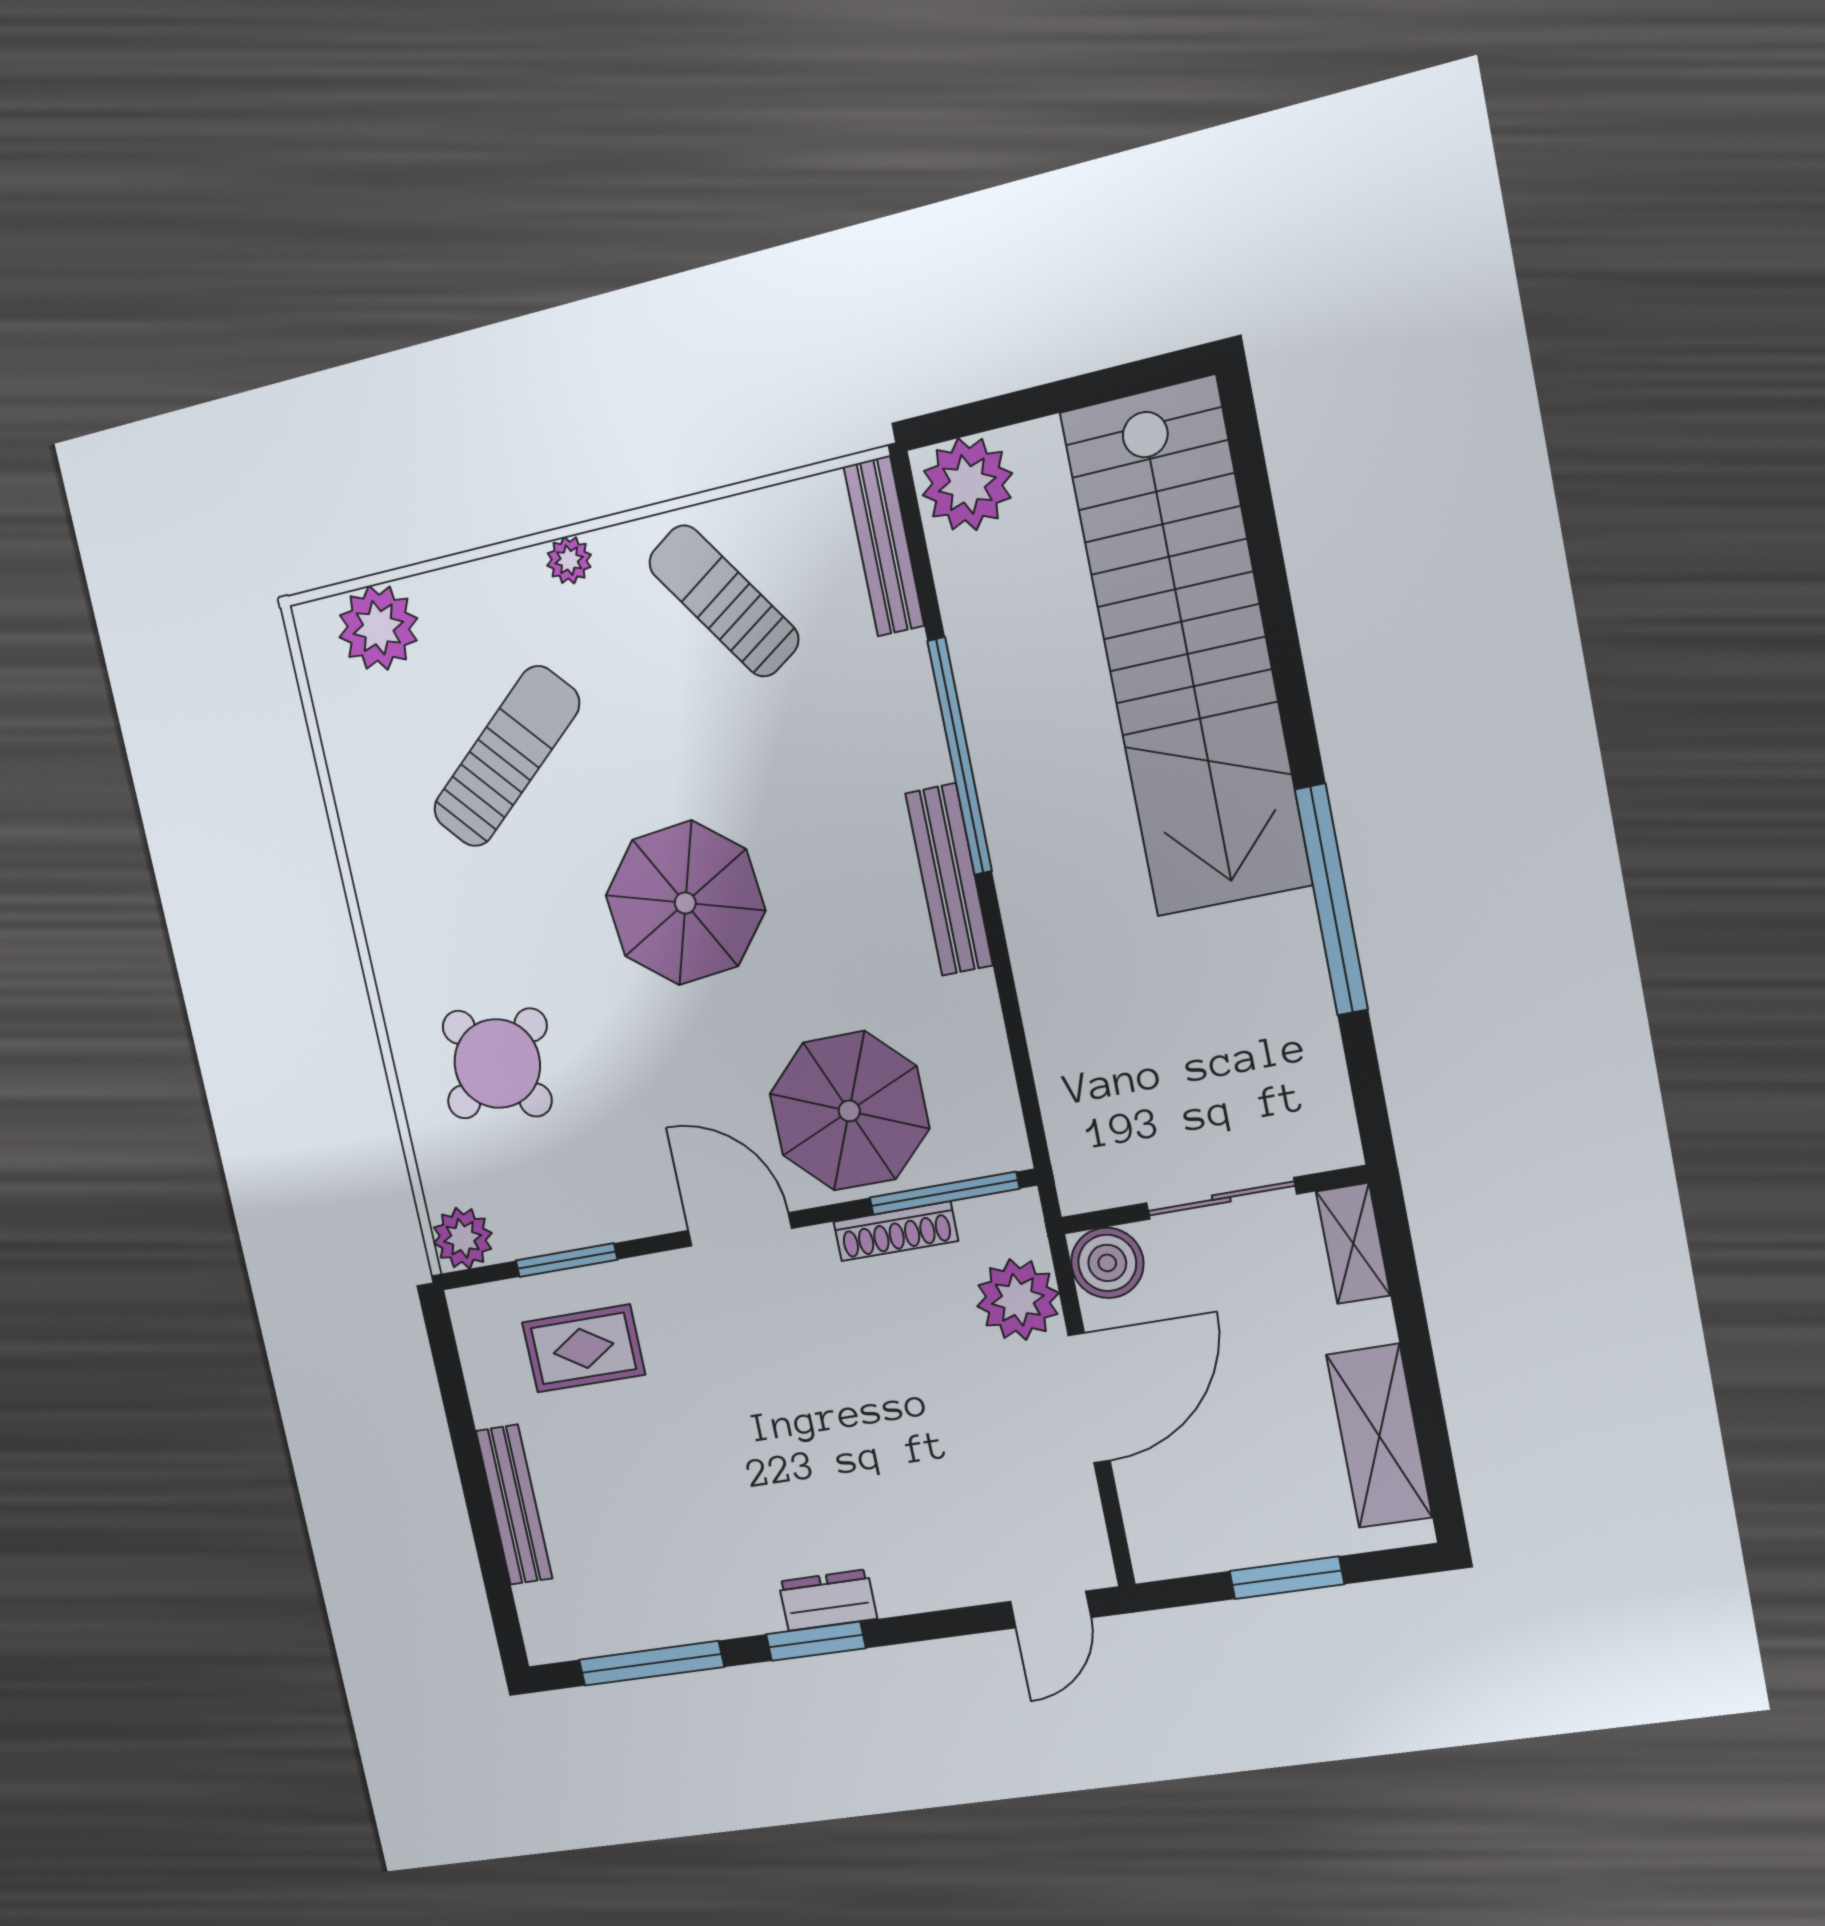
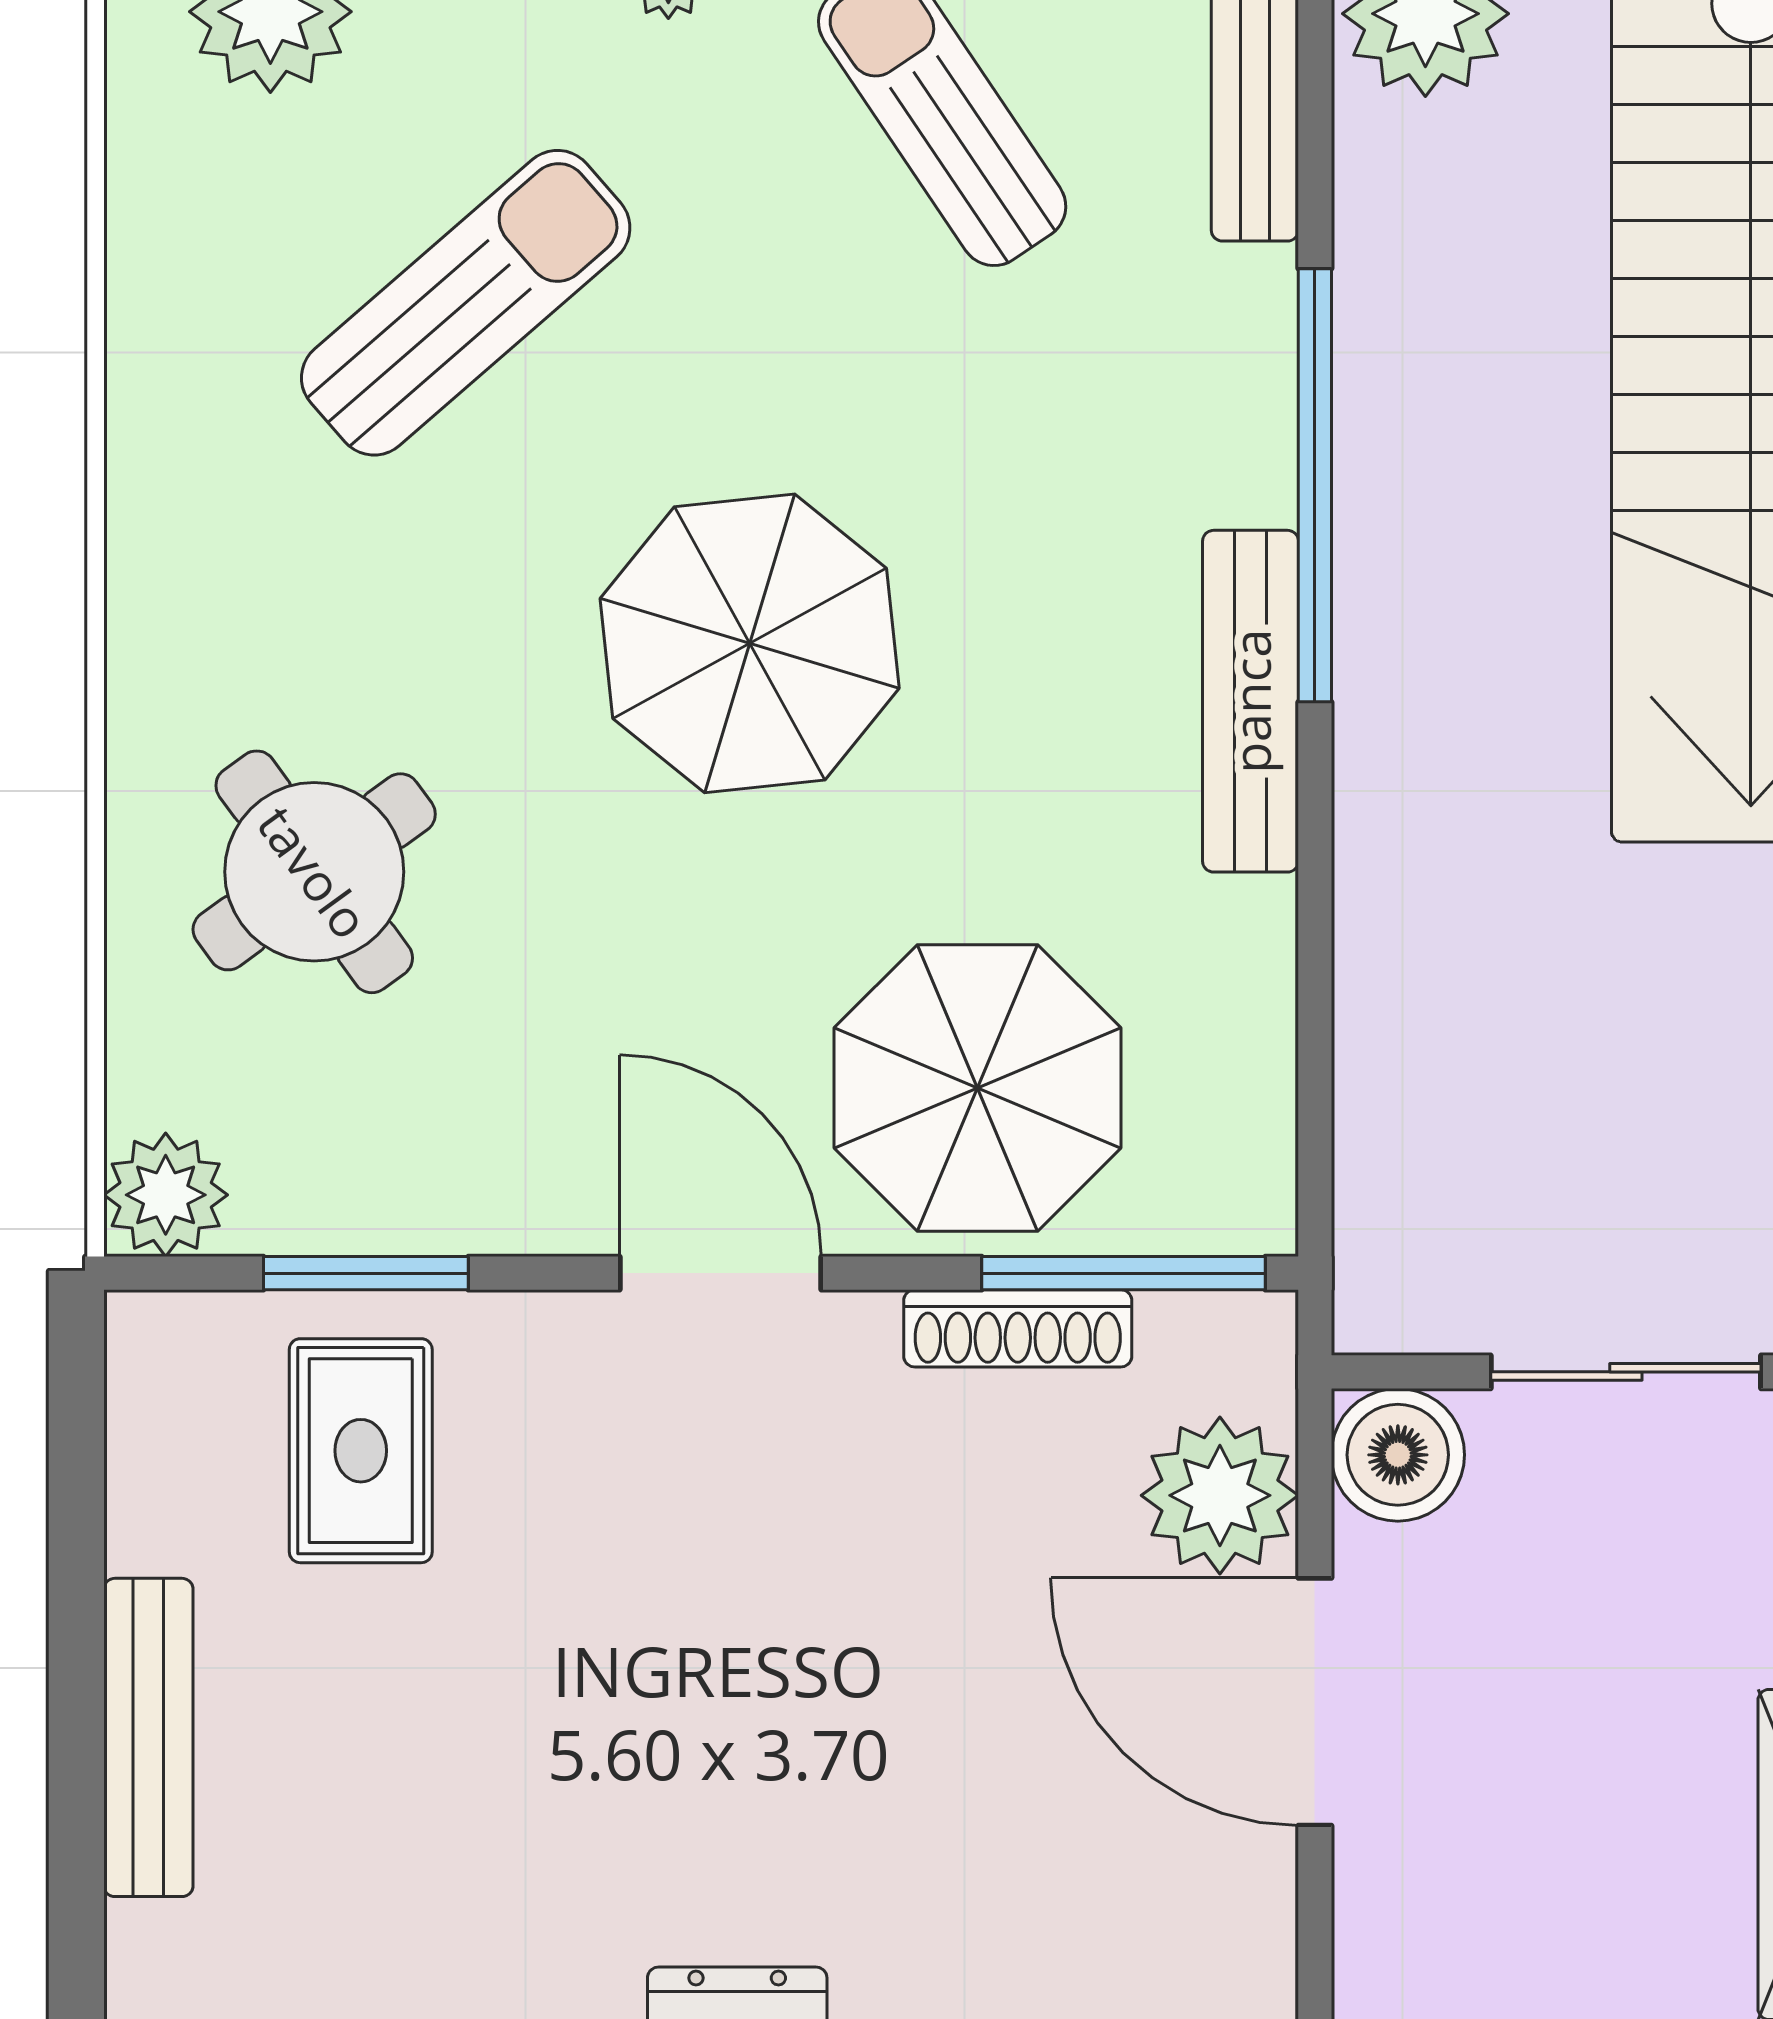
rug: (584, 1348) -> (361, 1451), turned 90
door: (1089, 1398) -> (1315, 1702), swing flipped

